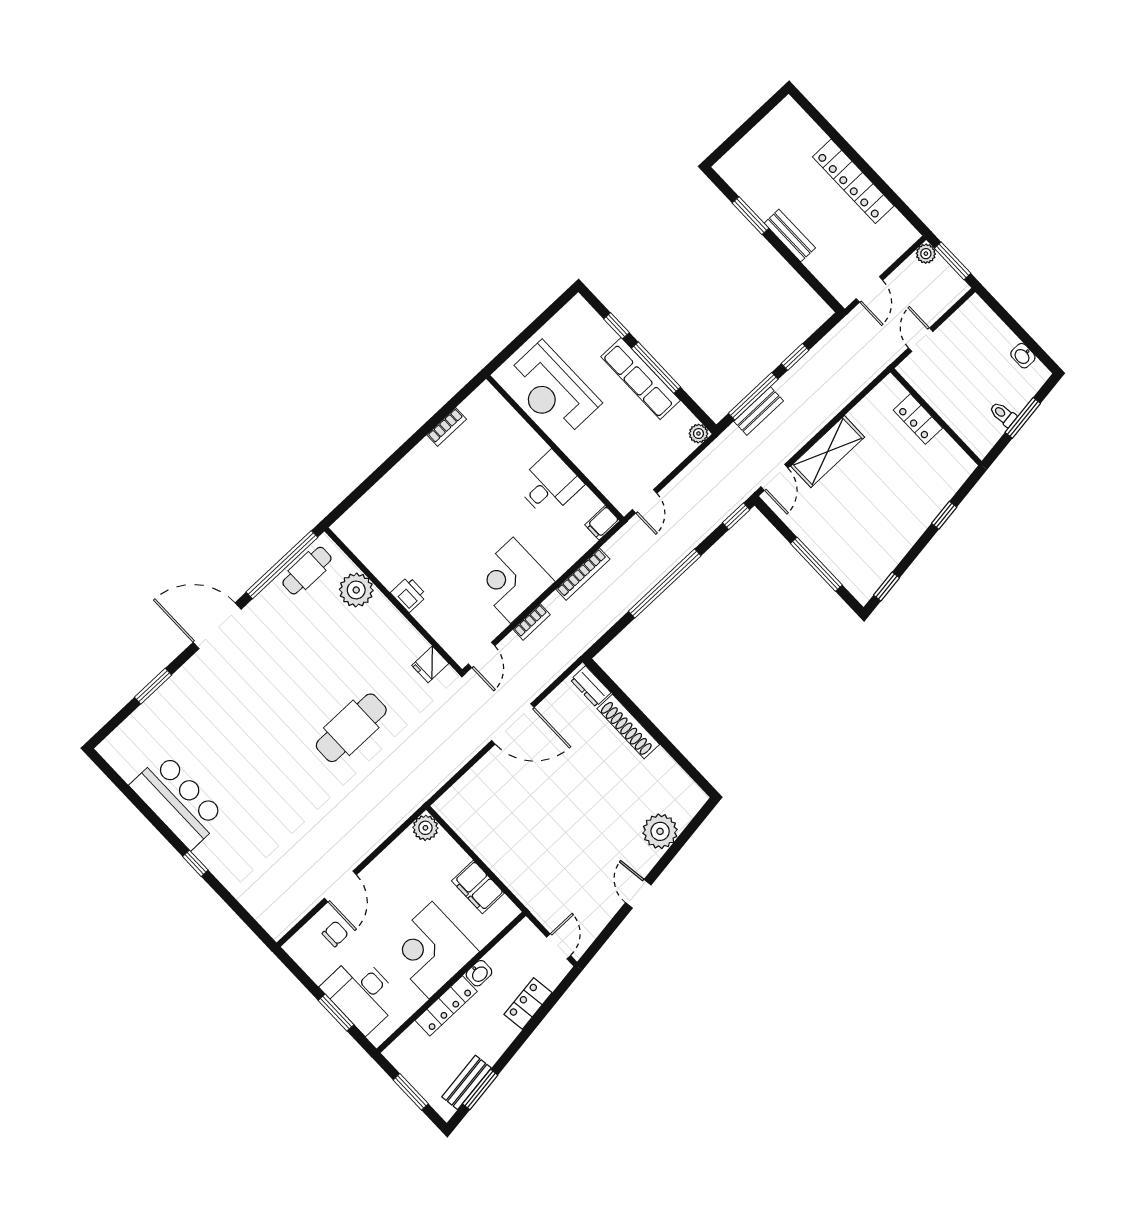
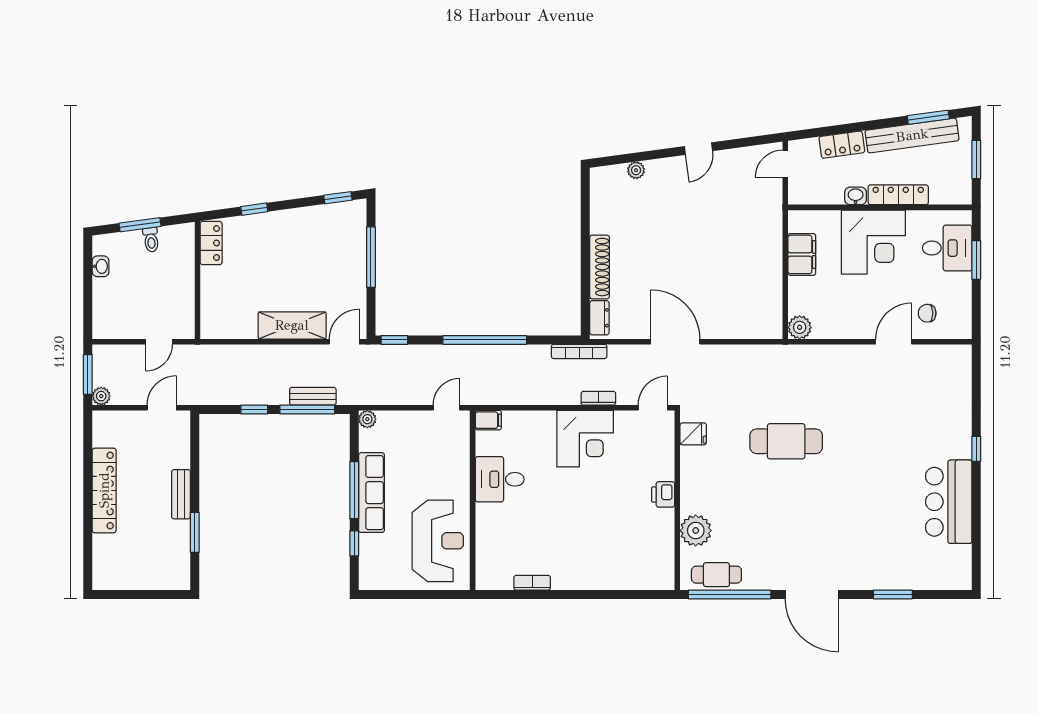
locker: (918, 419) -> (211, 243), moved
bookcase: (583, 574) -> (579, 351), moved, turned 180
plant: (660, 831) -> (636, 170), width x0.53, depth x0.53
desk: (362, 994) -> (947, 248), width x0.73
bench: (467, 1082) -> (912, 135), width x1.86, depth x1.21

